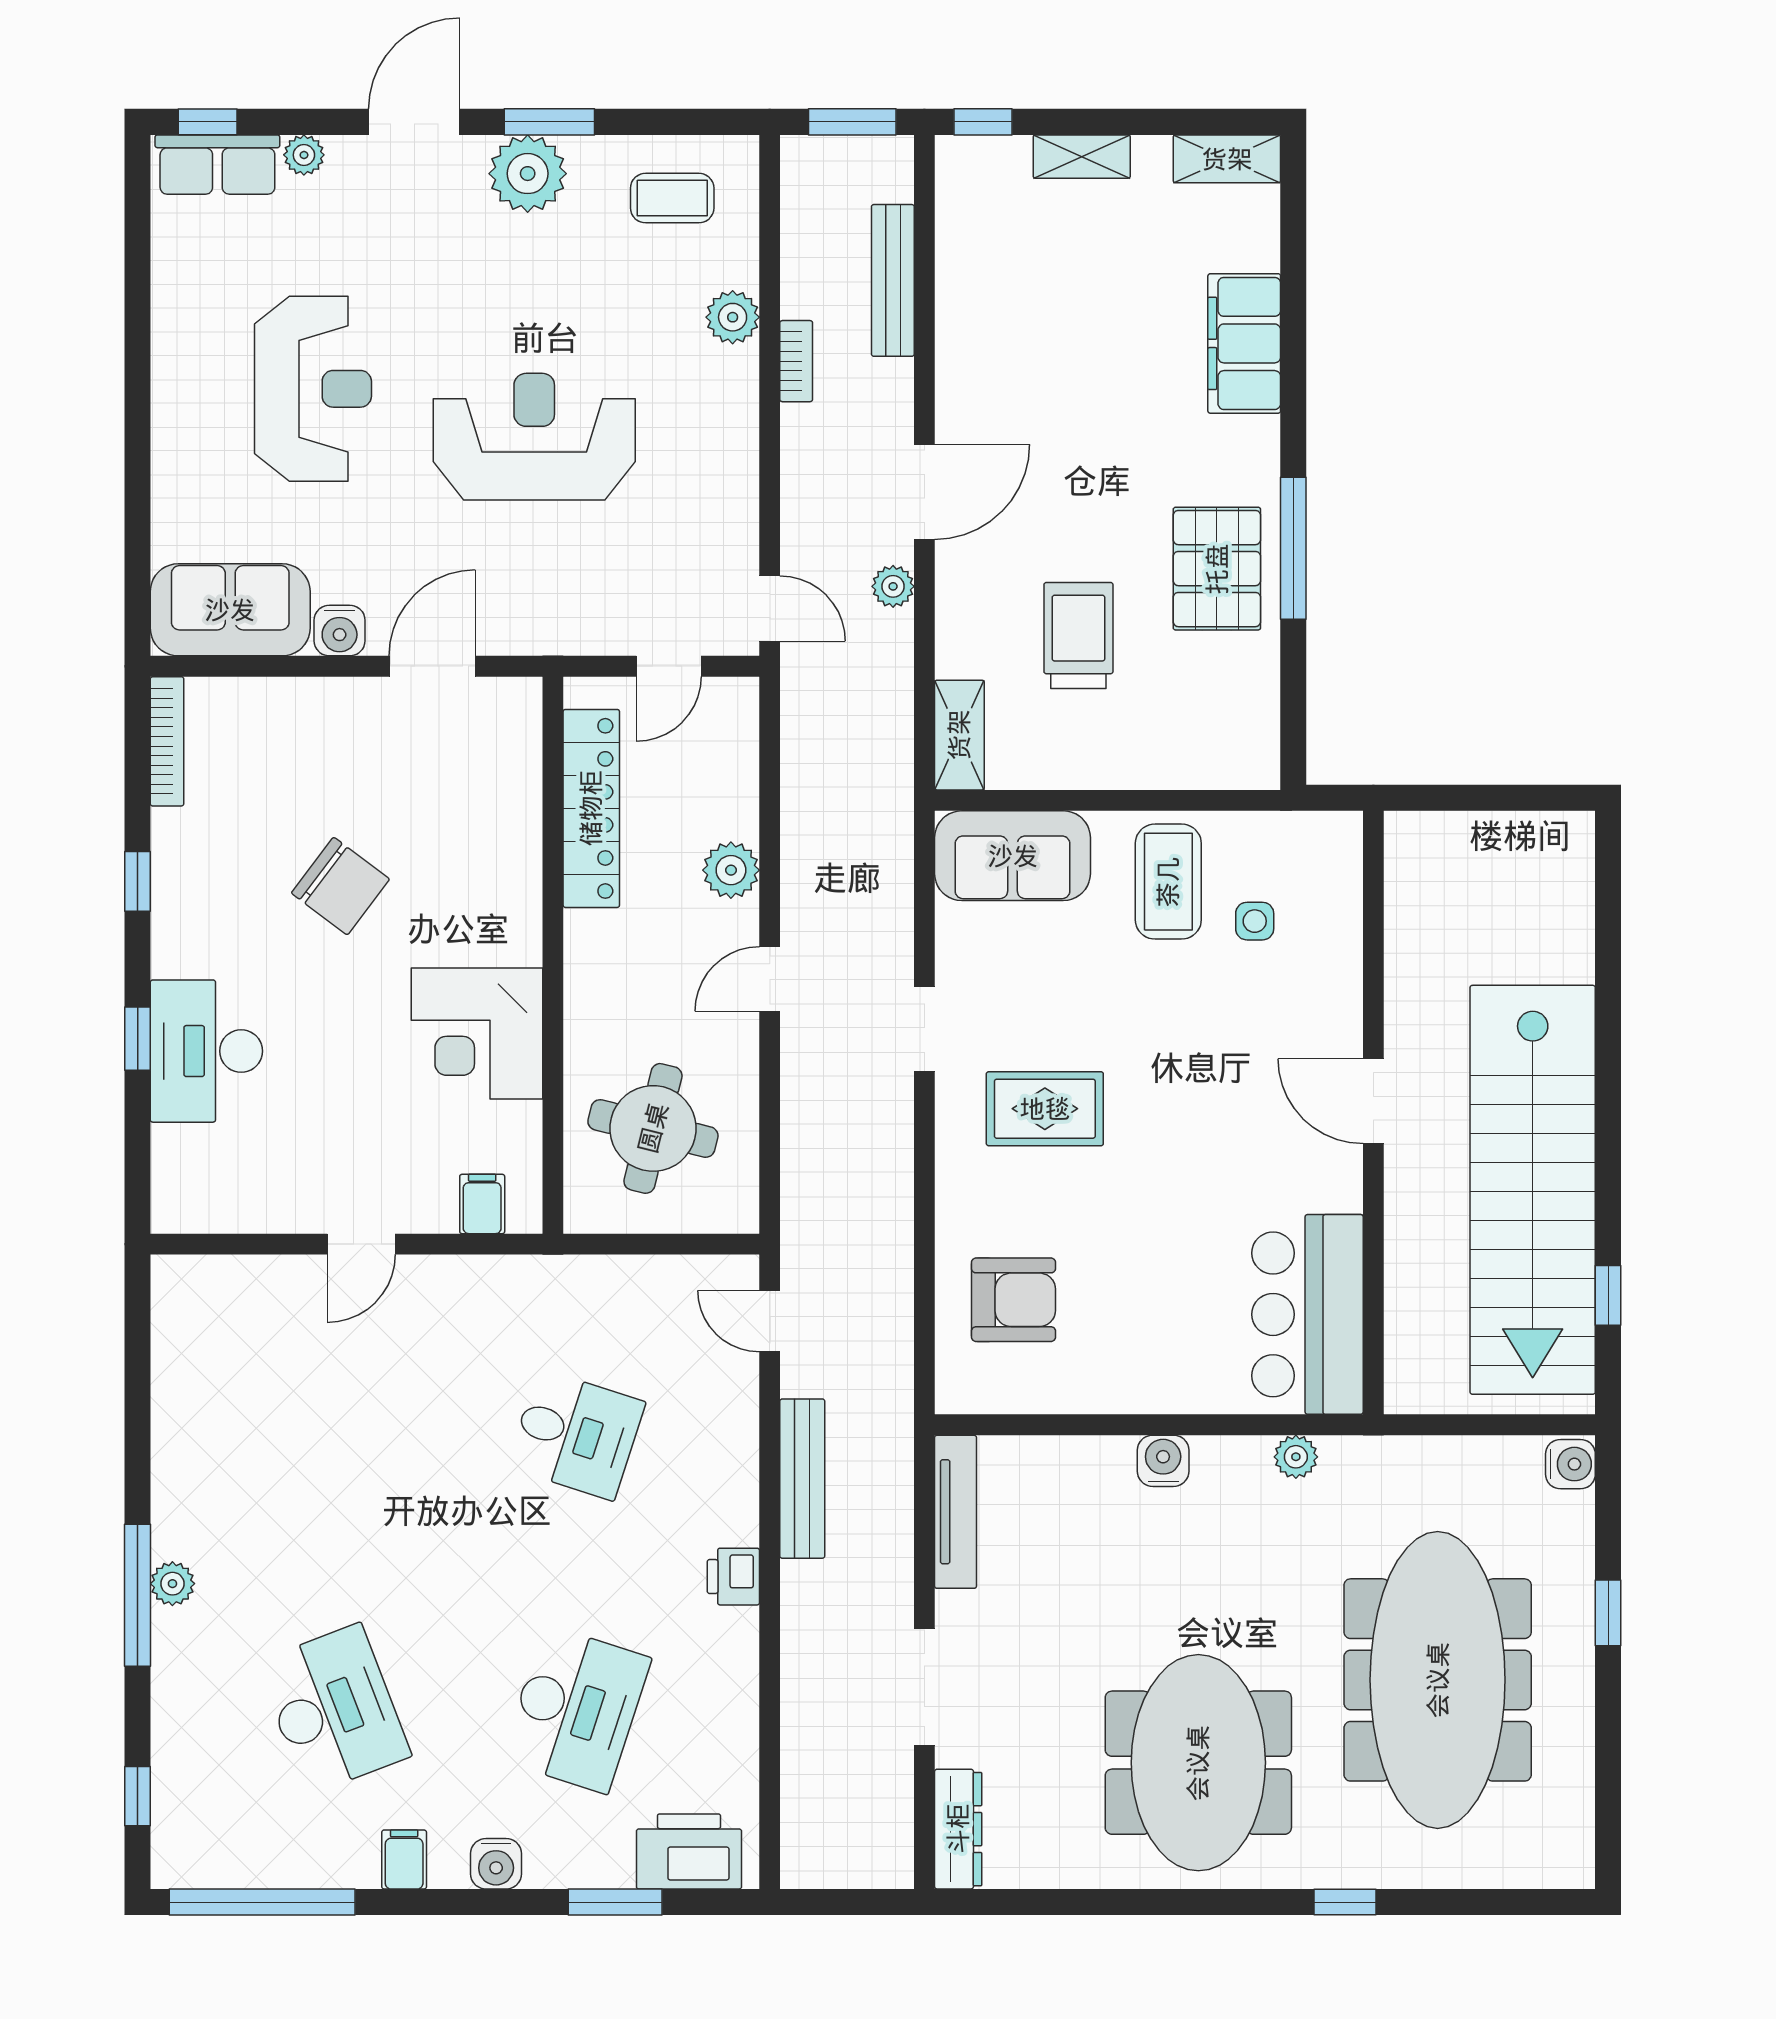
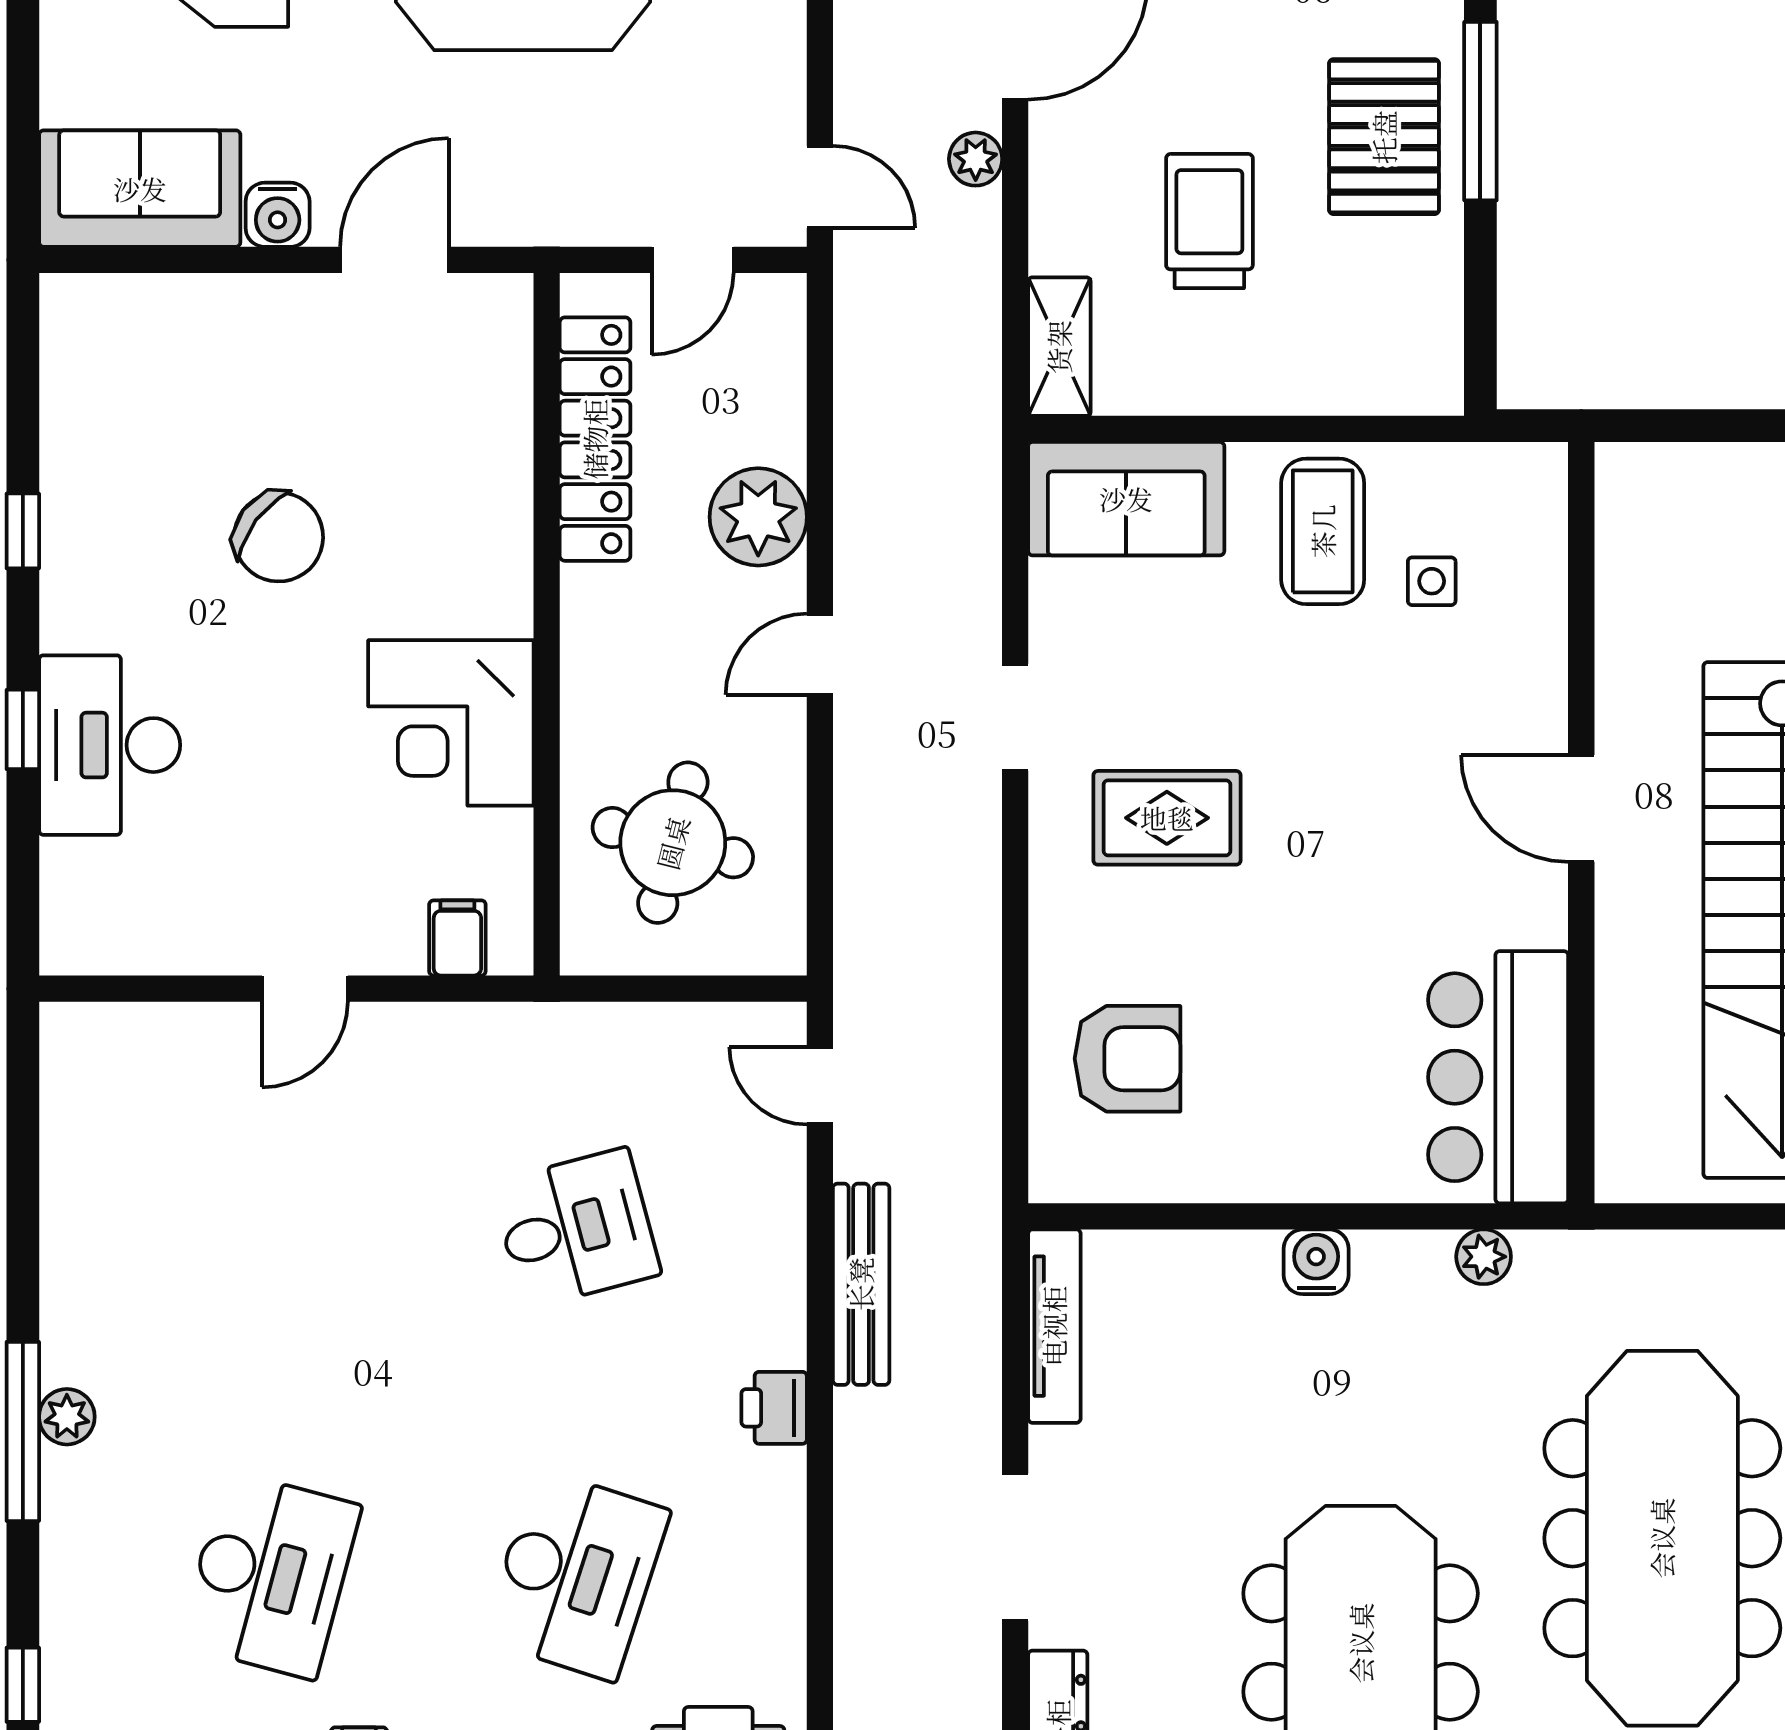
bookcase: (167, 741) -> (60, 354), removed
plant: (731, 870) -> (758, 517), width x1.36, depth x1.36
desk: (576, 1434) -> (576, 1229), turned -33
desk: (334, 1709) -> (270, 1575), turned 36

